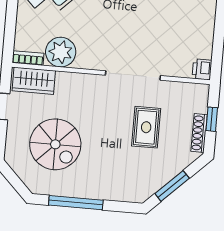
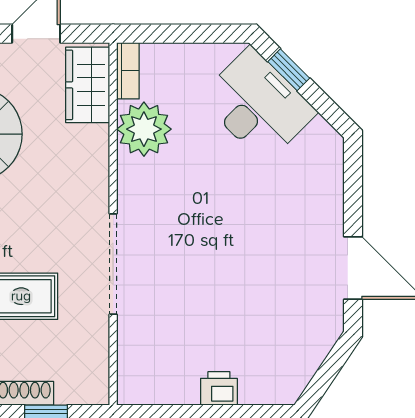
printer: (202, 69) -> (219, 388), moved

